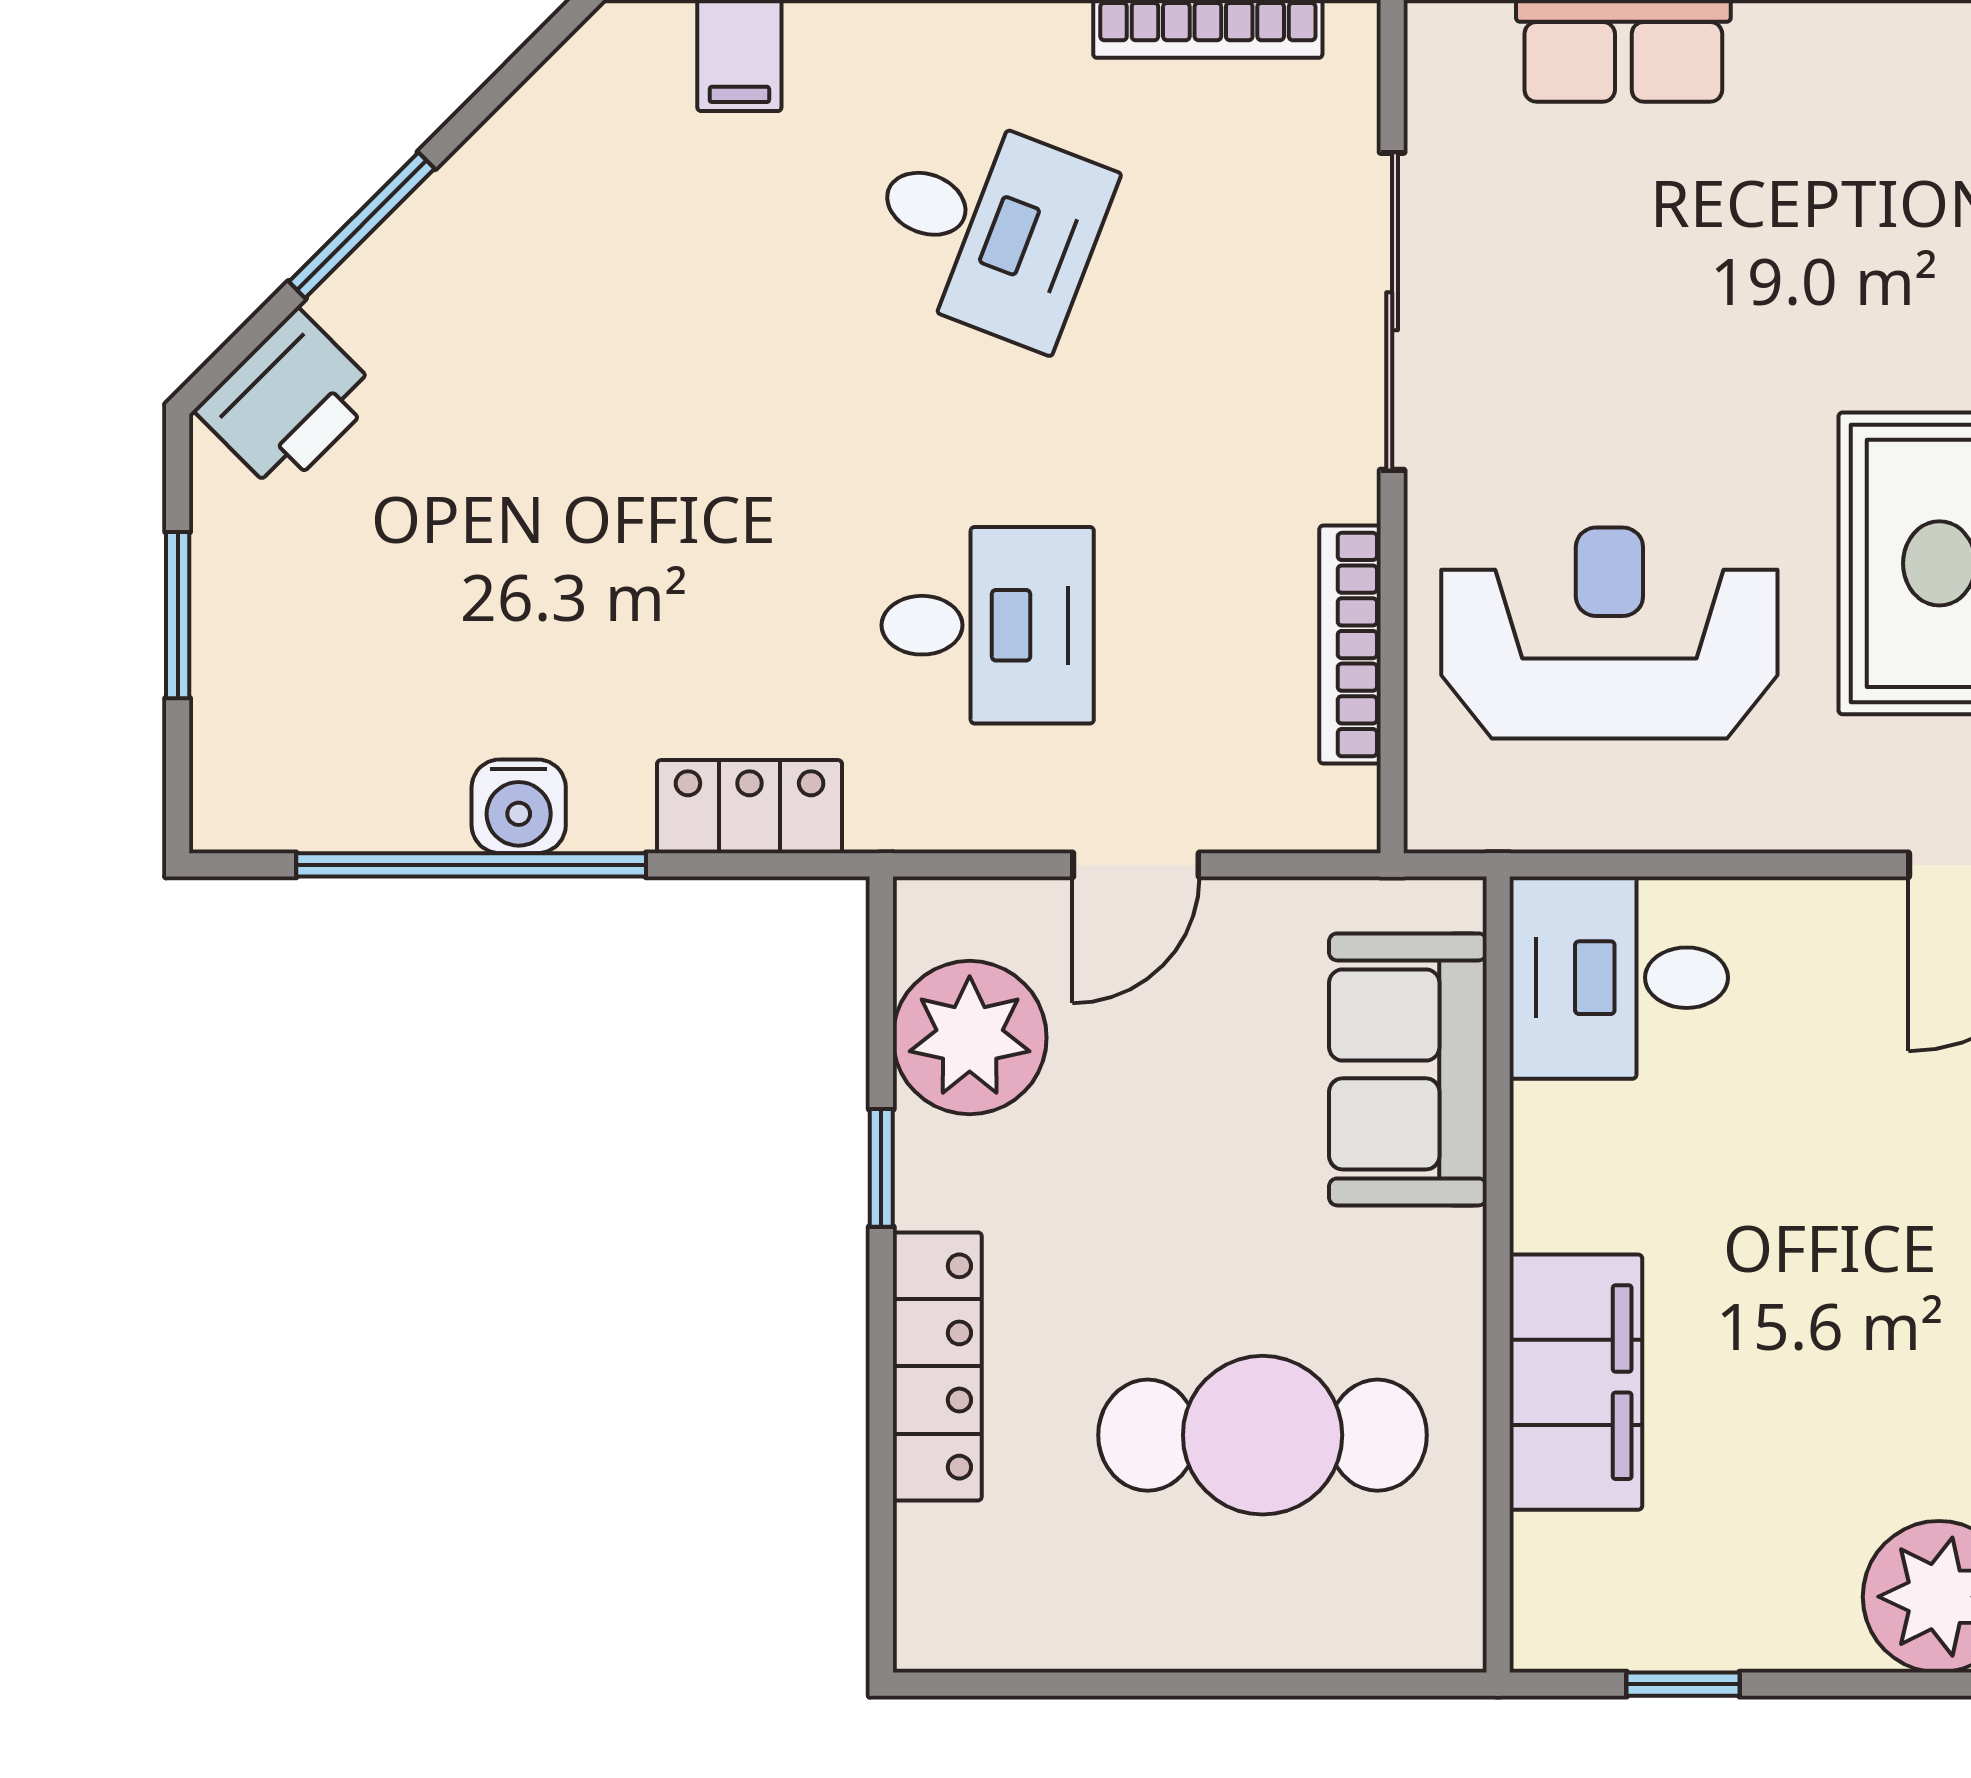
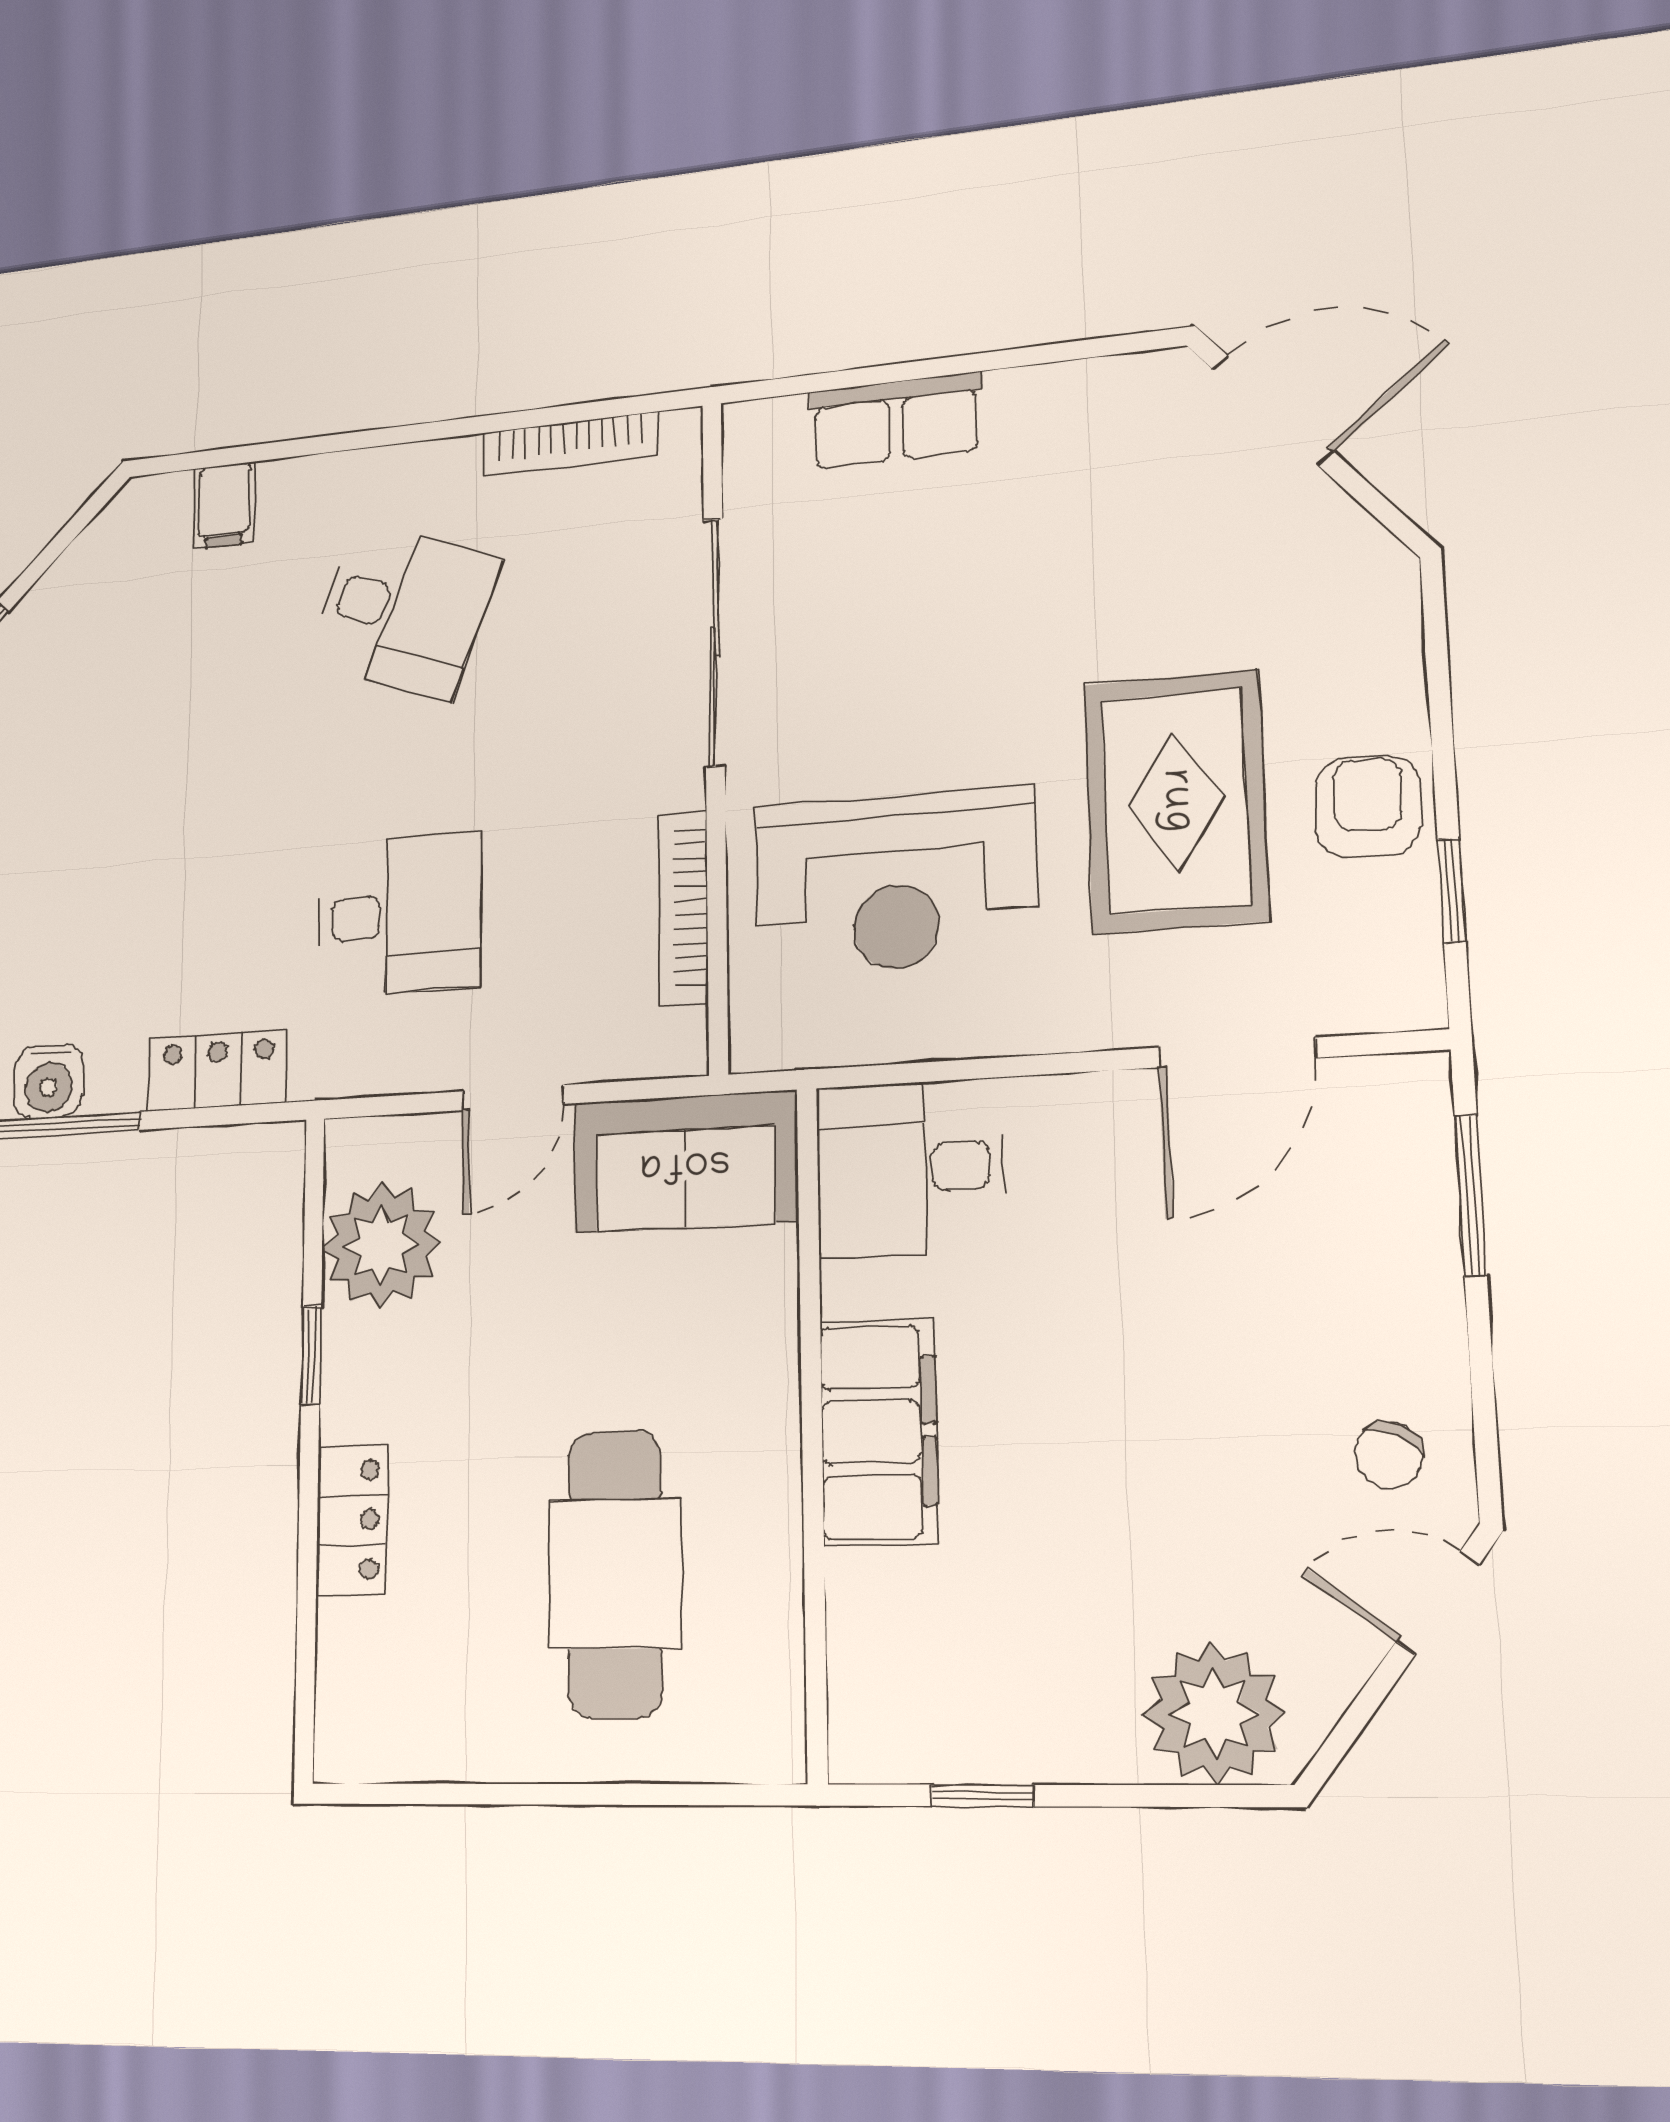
reception desk: (1609, 633) -> (895, 882), turned 180
sofa: (1408, 1069) -> (685, 1162), moved, turned -90
locker: (937, 1366) -> (352, 1520), width x0.66
filing cabinet: (1576, 1382) -> (879, 1432), moved
cafe table: (1263, 1435) -> (615, 1574), turned 90

